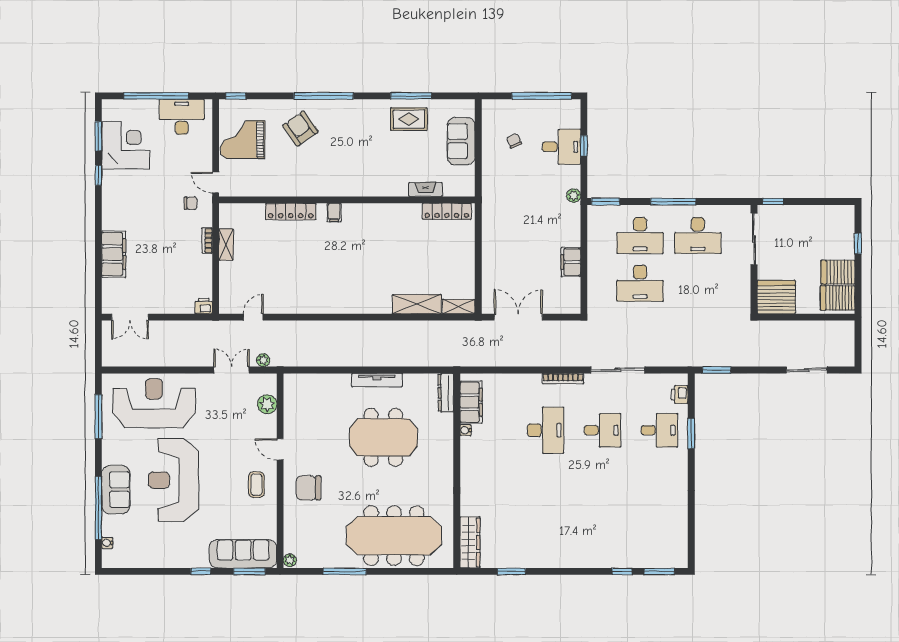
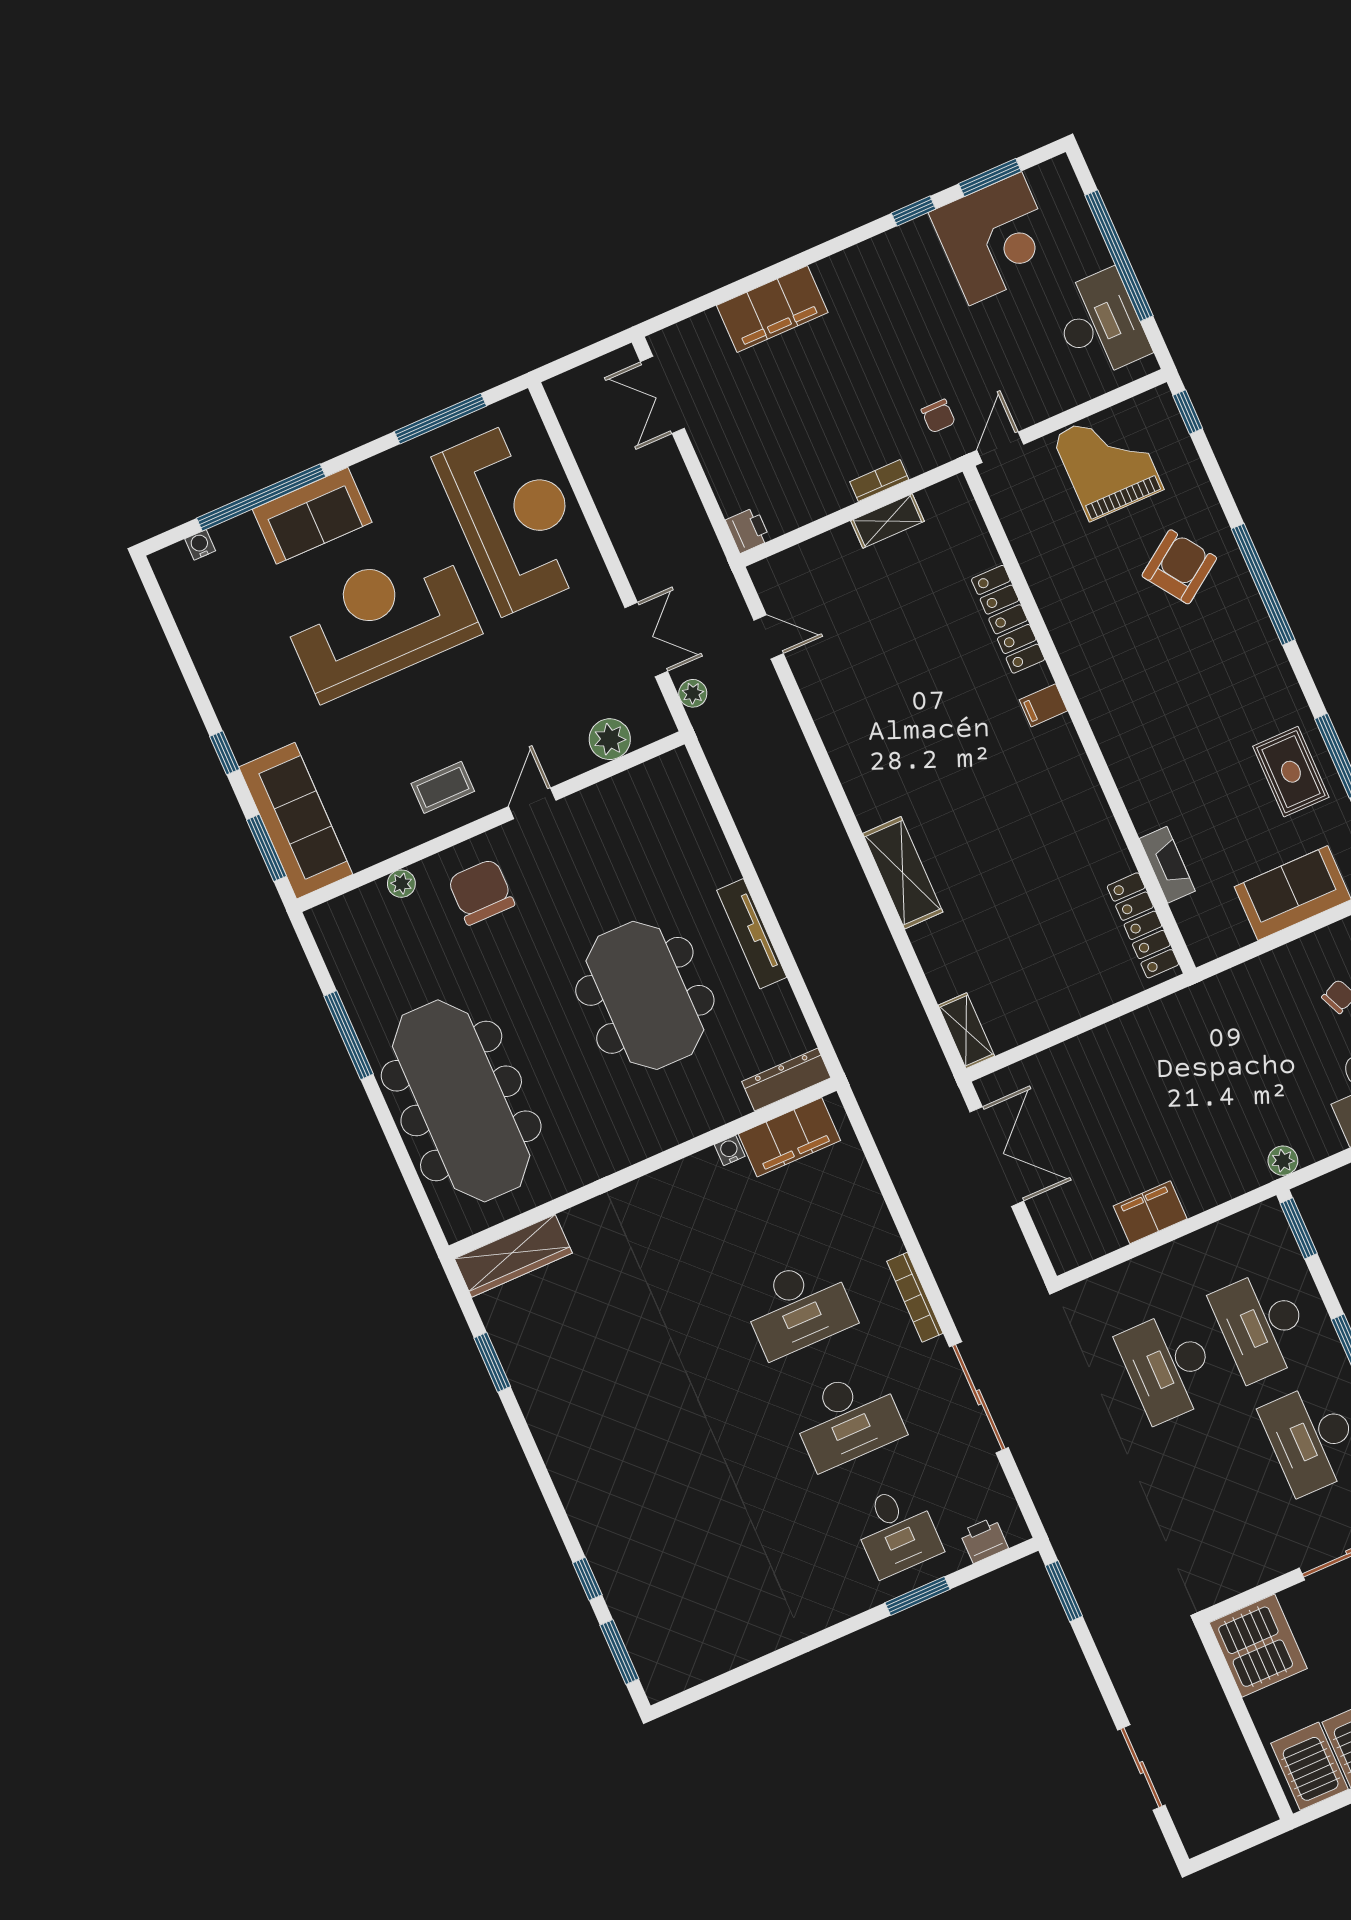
shelving: (417, 304) -> (903, 873), moved
desk: (602, 430) -> (847, 1419), width x1.37
plant: (290, 560) -> (401, 884), moved

